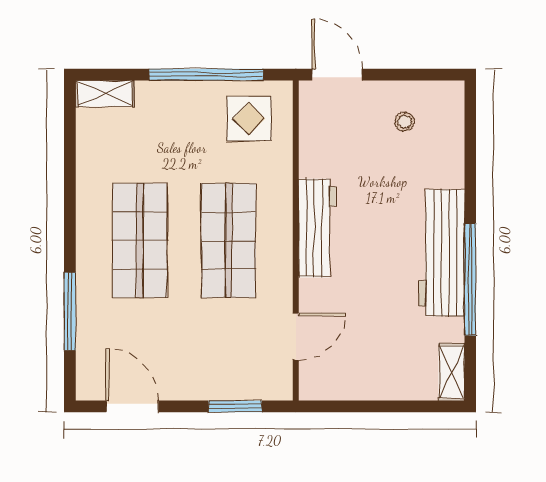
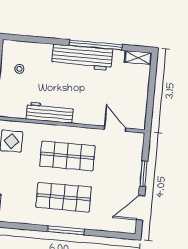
workbench: (317, 228) -> (50, 113), moved
window: (70, 311) -> (66, 230), moved
window: (235, 406) -> (144, 174), moved

